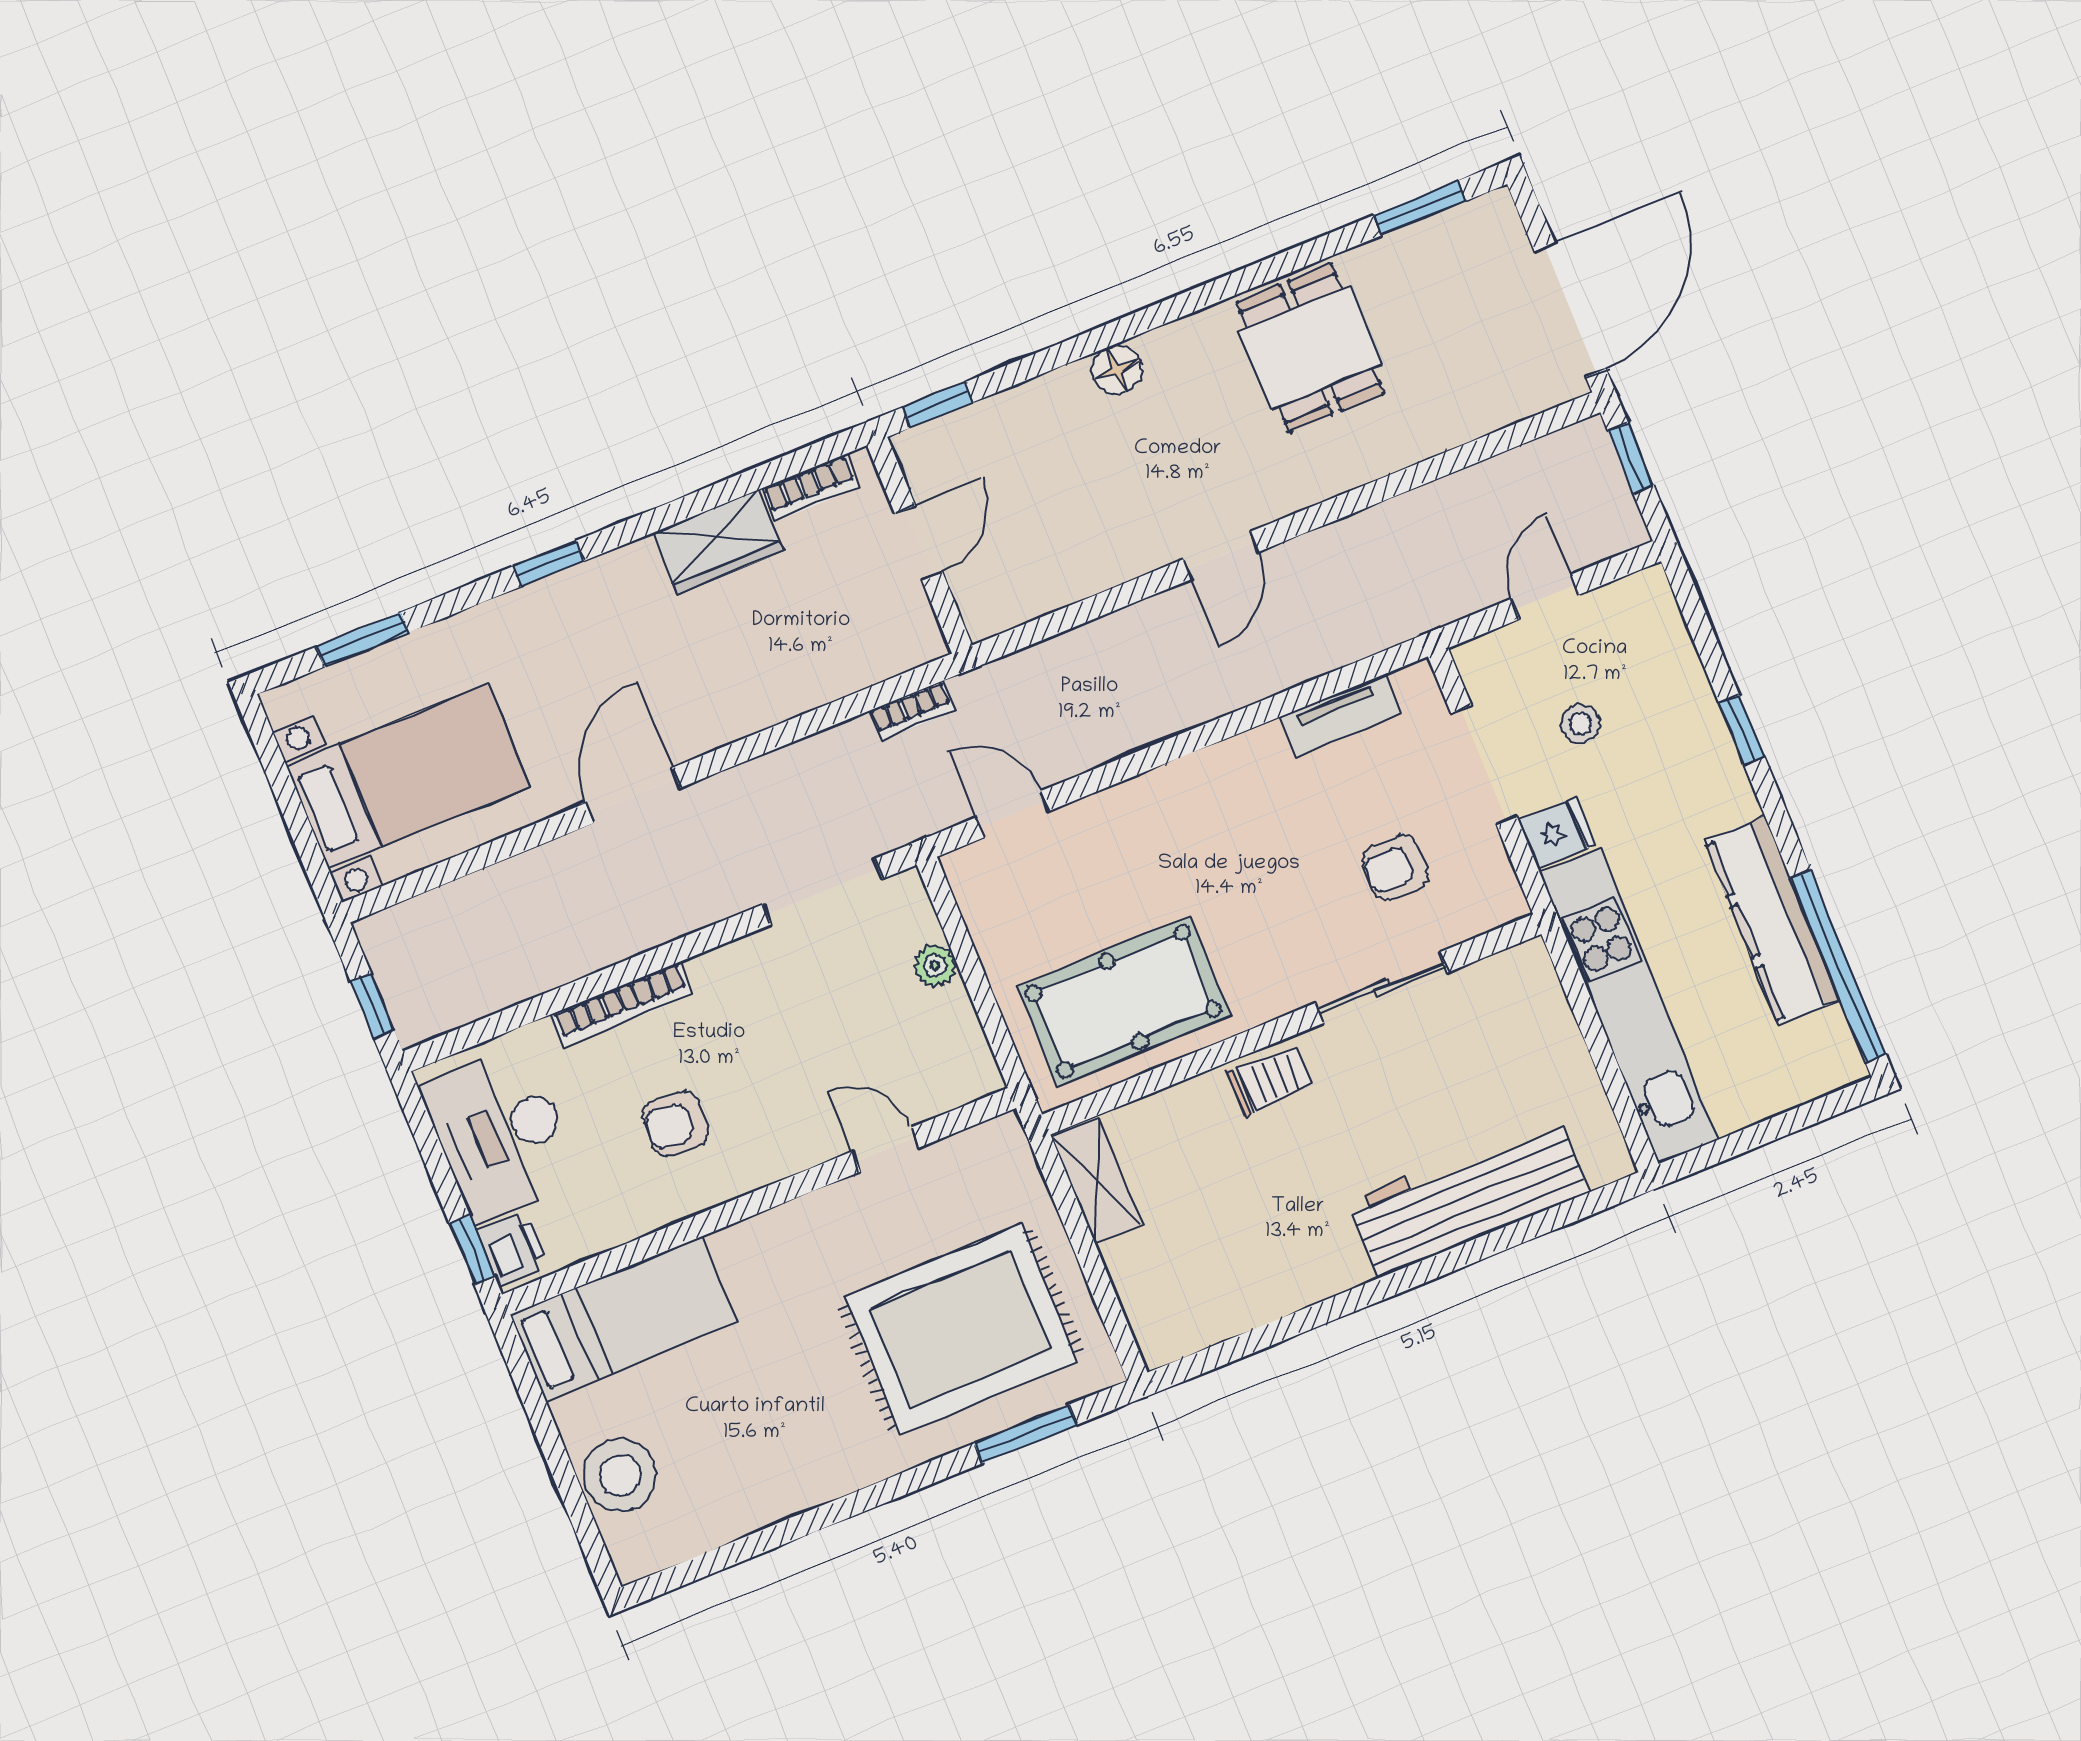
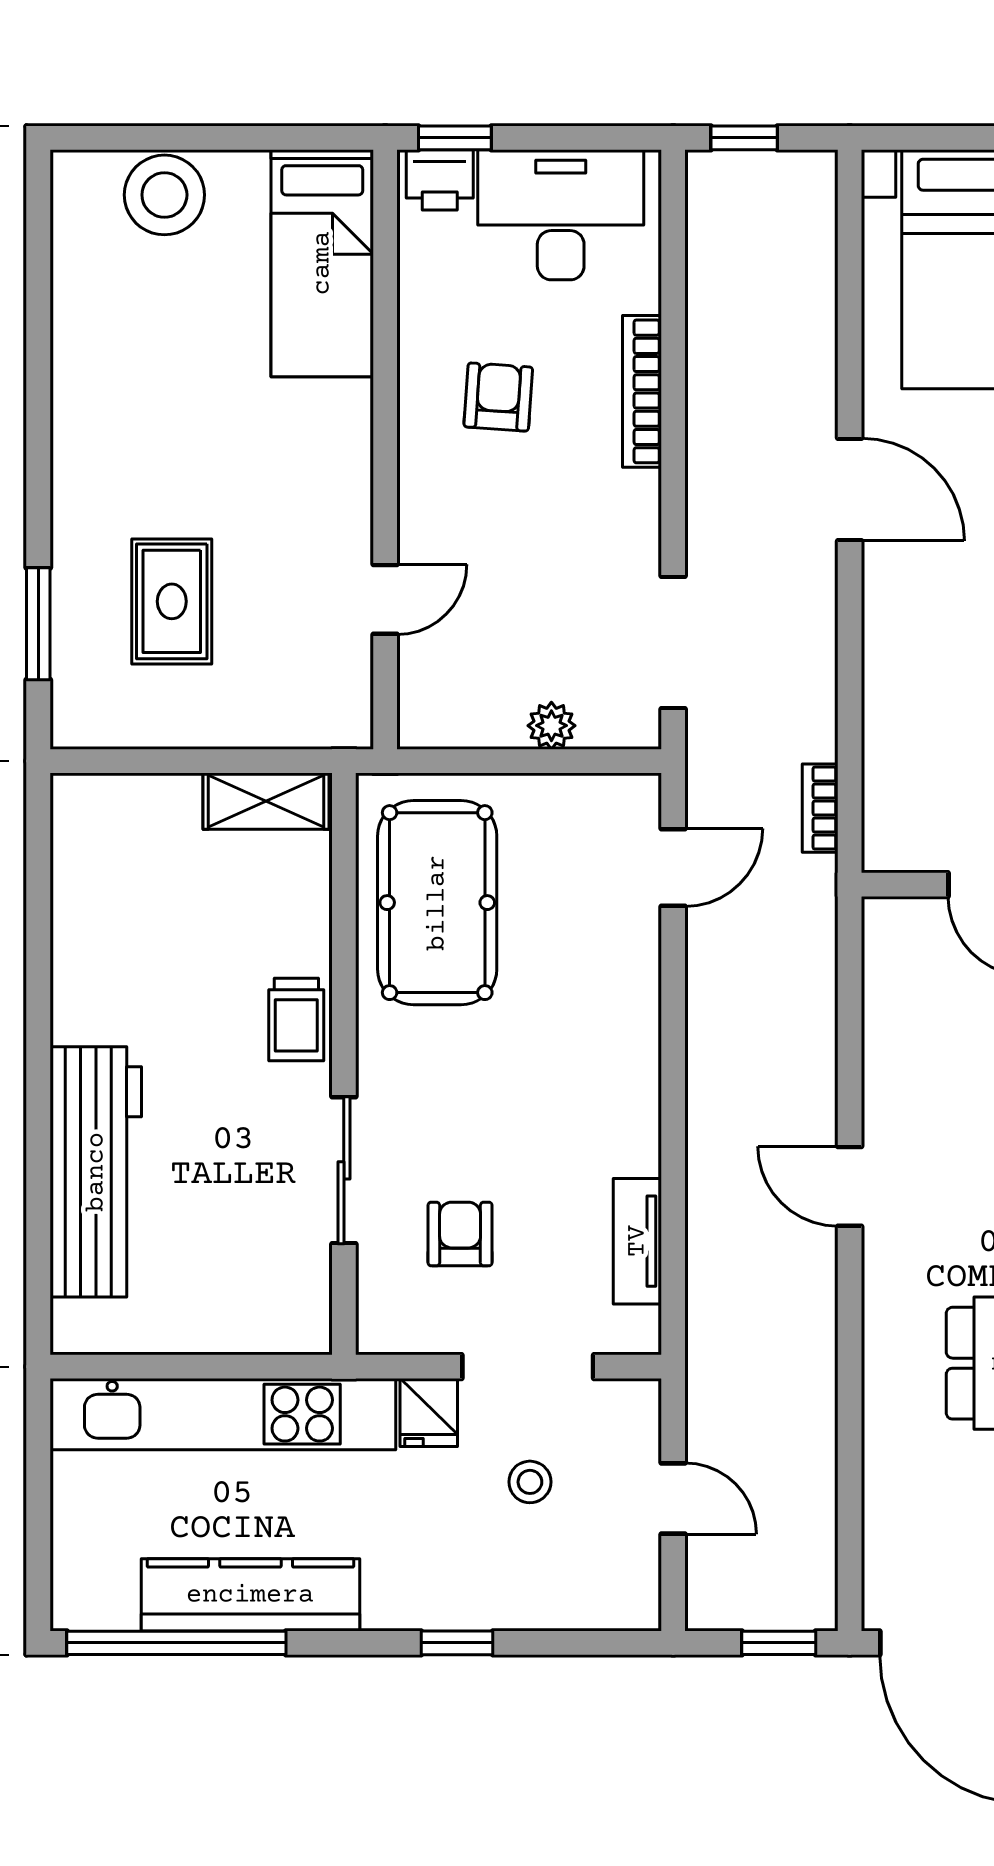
rug: (961, 1329) -> (172, 601), width x0.54, depth x0.49

